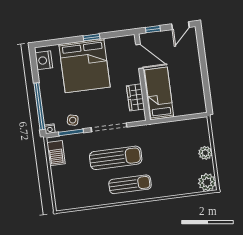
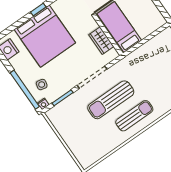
side table: (73, 120) -> (42, 85), moved
barbecue: (56, 153) -> (59, 122), removed
sun lounger: (116, 158) -> (111, 100), turned 180

